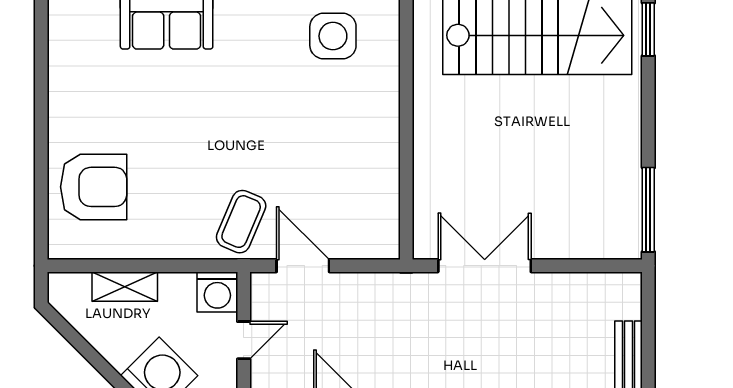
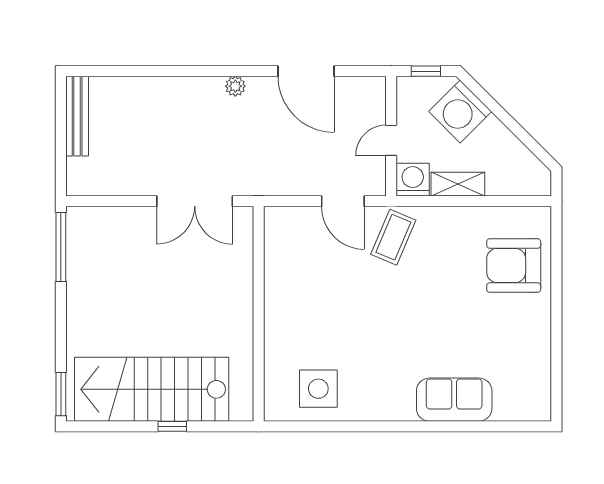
shelving: (125, 287) -> (458, 184), moved

